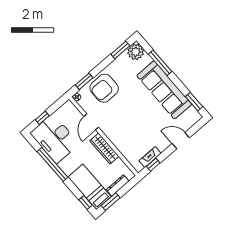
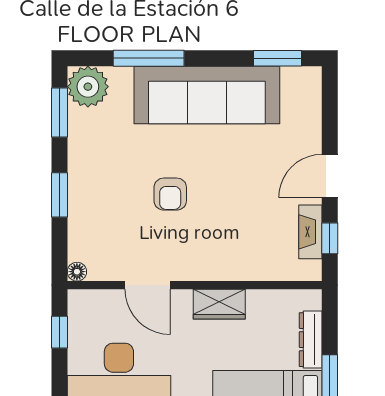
window: (84, 81) -> (59, 195), moved
armchair: (104, 88) -> (170, 194), moved, width x0.53, depth x0.53
window: (42, 118) -> (59, 332), moved
door: (181, 141) -> (330, 176), moved
wardrobe: (104, 149) -> (219, 304), width x0.67

